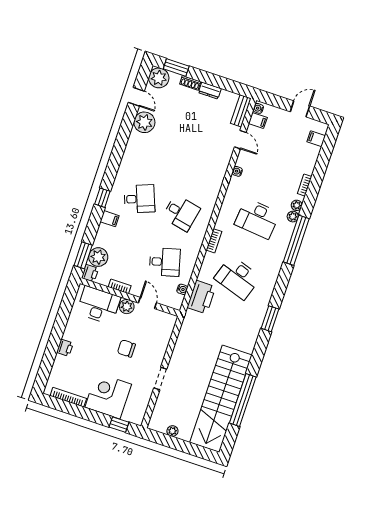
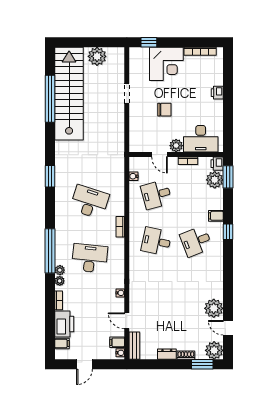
printer: (201, 297) -> (64, 324), moved, turned 180
plant: (172, 431) -> (97, 56), width x1.87, depth x1.87

